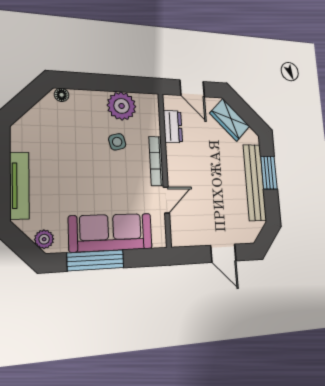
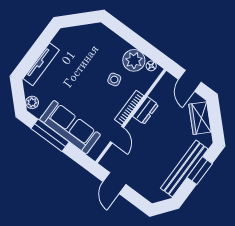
floor lamp: (62, 95) -> (151, 66), moved
dresser: (173, 127) -> (146, 111), moved
door: (166, 200) -> (117, 135), hinge flipped
door: (223, 253) -> (114, 183), moved

